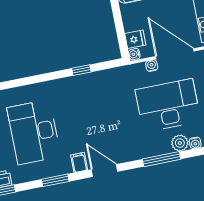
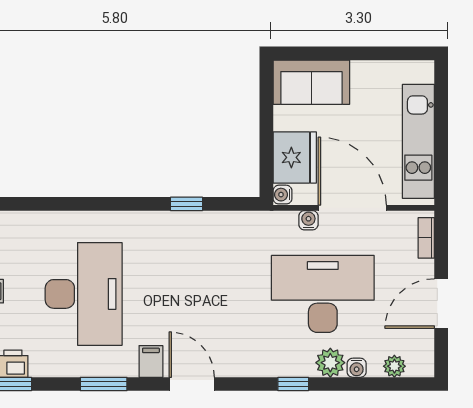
fridge: (135, 39) -> (295, 157), width x1.88, depth x1.34
desk: (34, 132) -> (84, 294), turned 180
window: (161, 159) -> (293, 384), width x0.46

